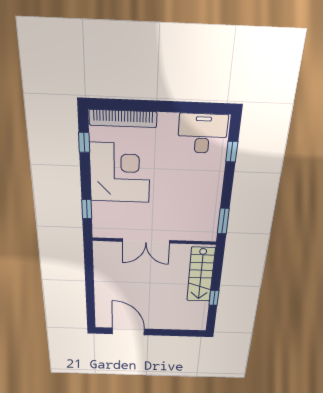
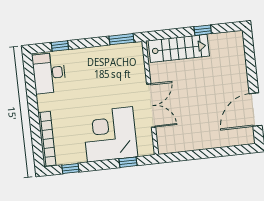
corner desk: (120, 173) -> (110, 134), moved

